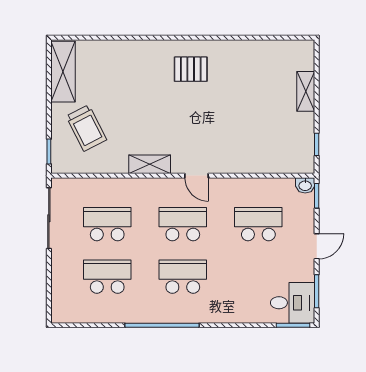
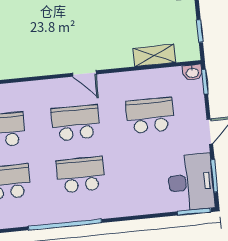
shelving: (150, 164) -> (154, 55), moved
desk: (293, 303) -> (191, 182), width x1.37

